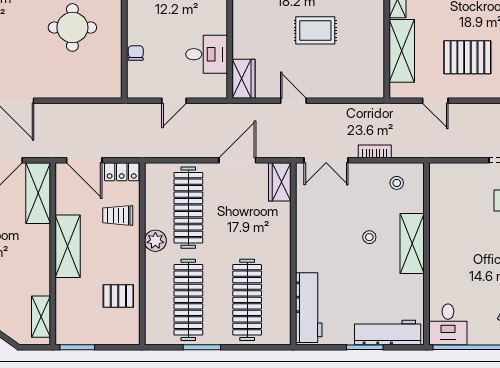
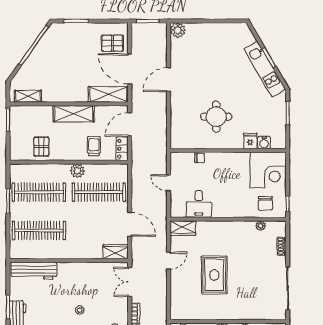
rug: (315, 30) -> (214, 275), width x1.36, depth x1.43

